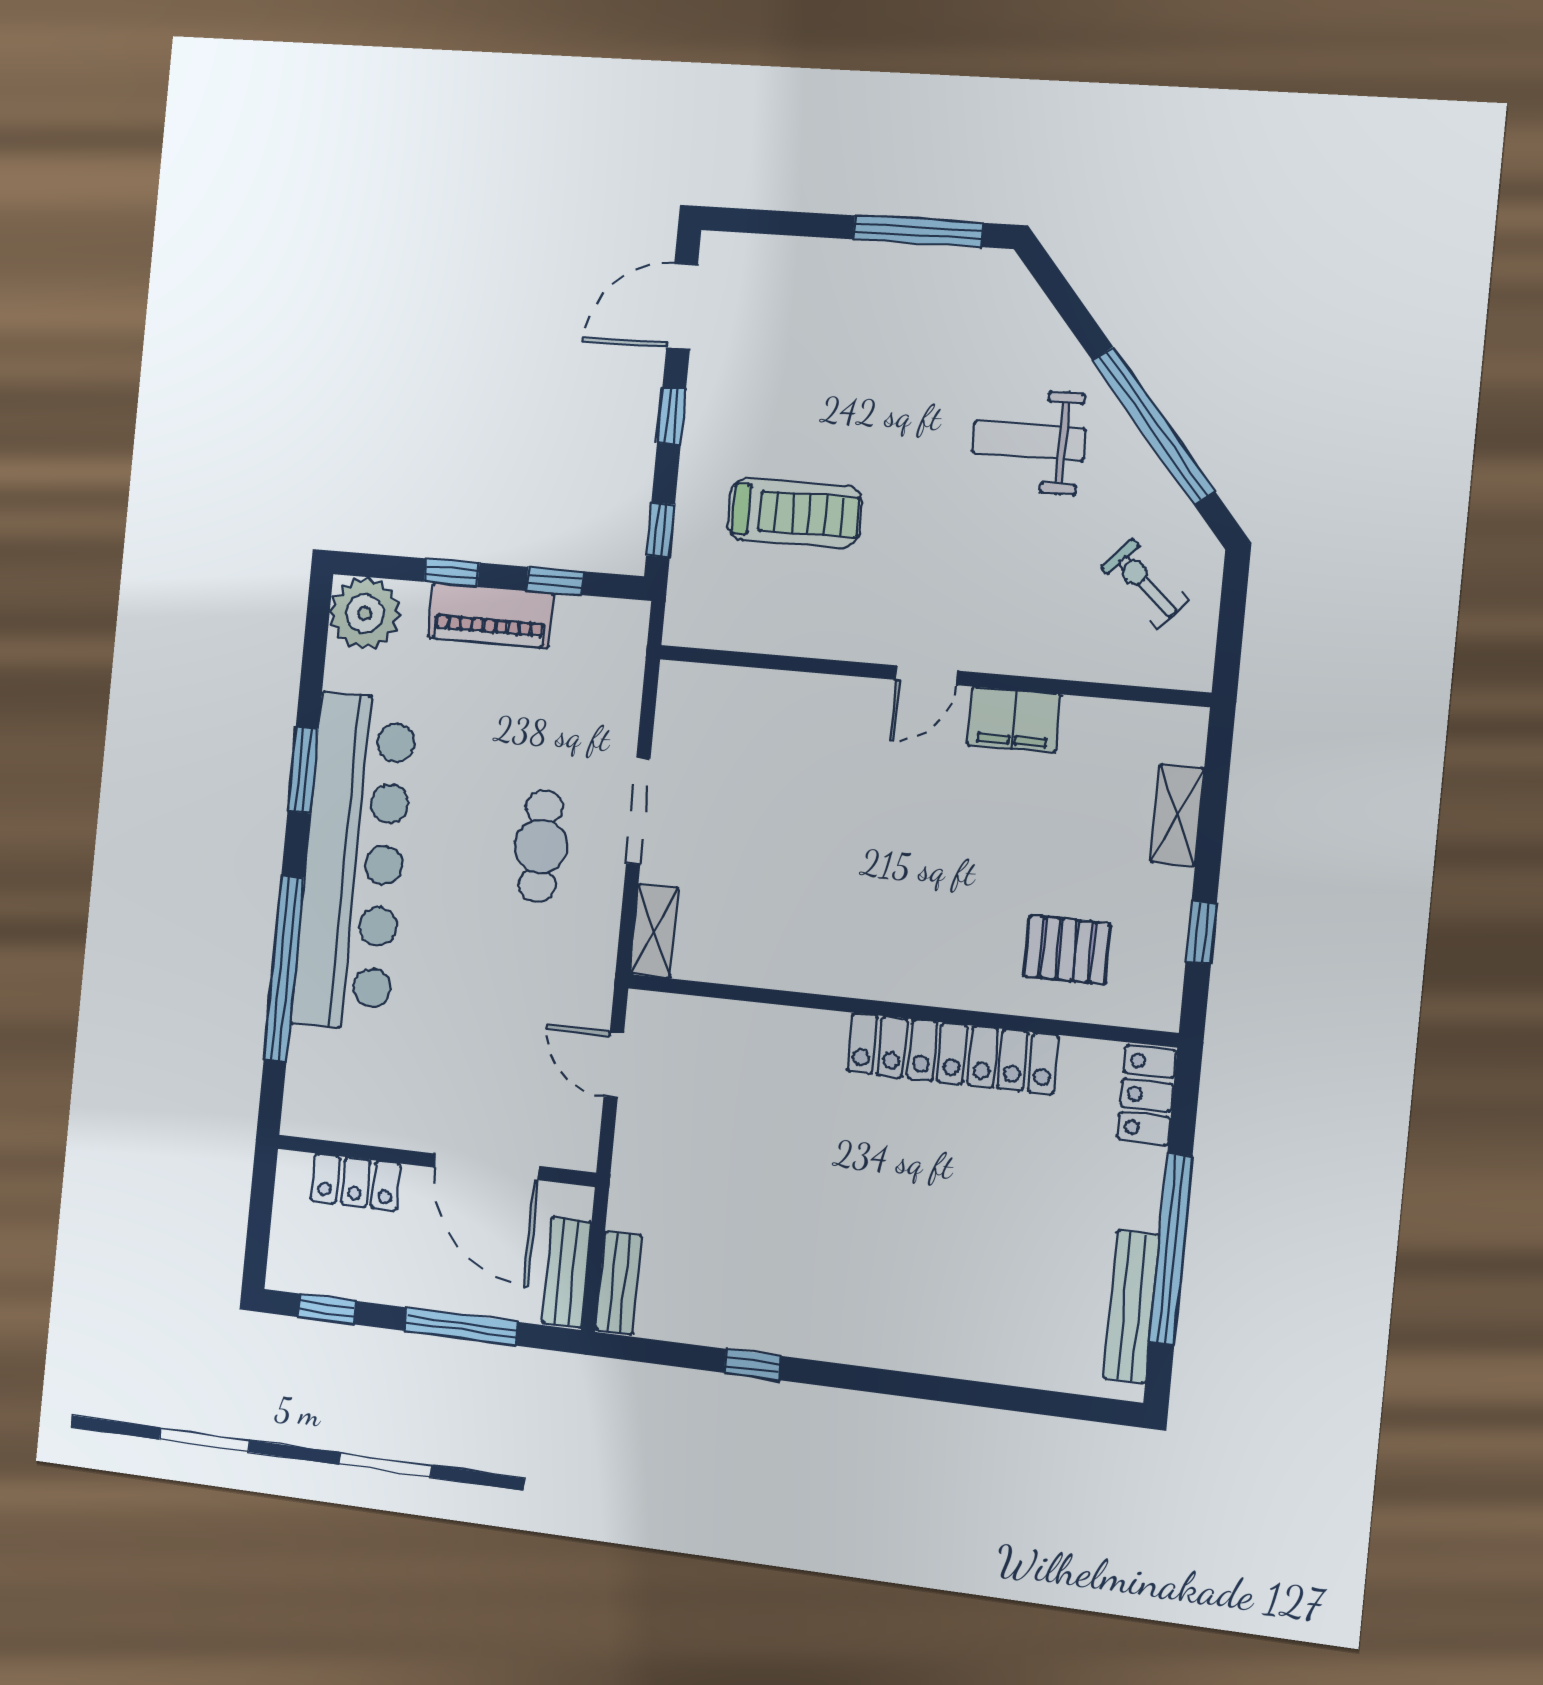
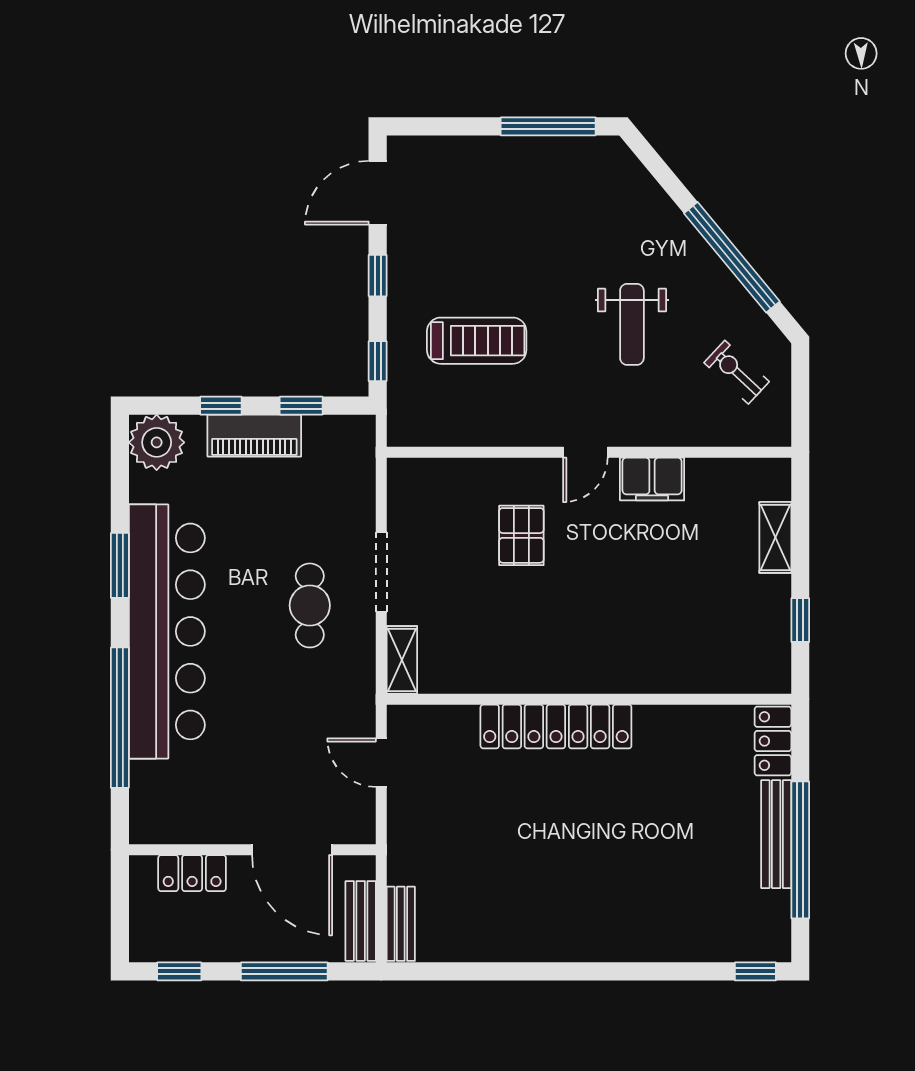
weight bench: (1029, 441) -> (632, 324), moved, turned -90
pallet: (1067, 950) -> (521, 535), moved, turned 90
locker: (952, 1053) -> (556, 727), moved
bench: (1131, 1307) -> (776, 834), moved
window: (753, 1364) -> (755, 971), moved

